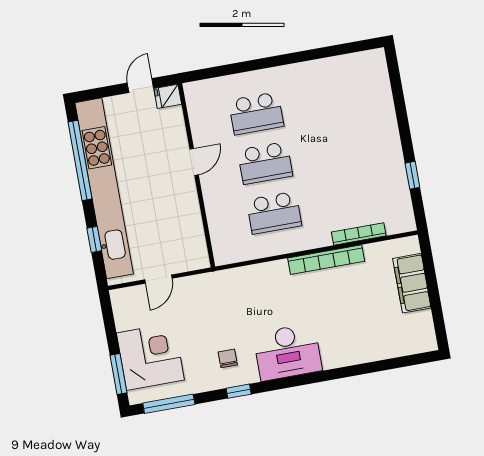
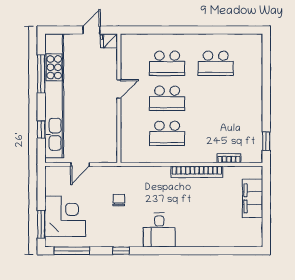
school desk: (325, 101) -> (216, 63), added
window: (80, 160) -> (41, 74), width x0.68
window: (412, 175) -> (266, 141), moved
bookcase: (359, 234) -> (229, 158), width x0.64
desk: (288, 352) -> (159, 230), width x0.73
chair: (228, 358) -> (119, 200), moved

